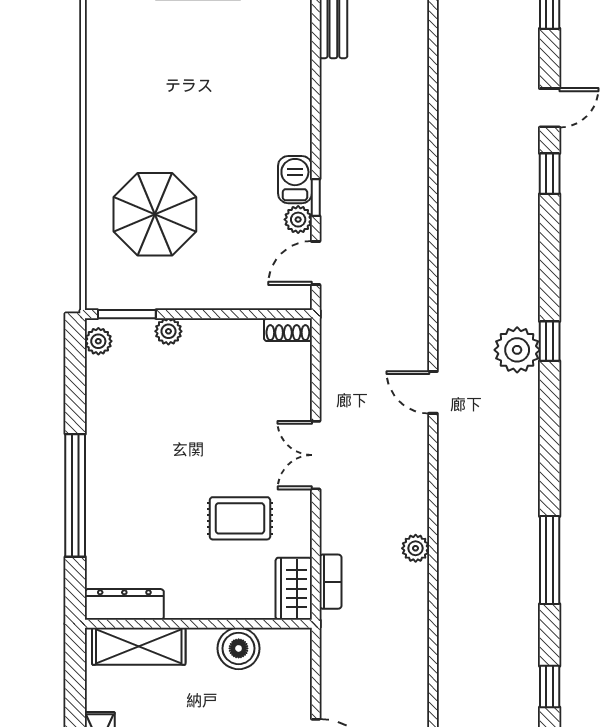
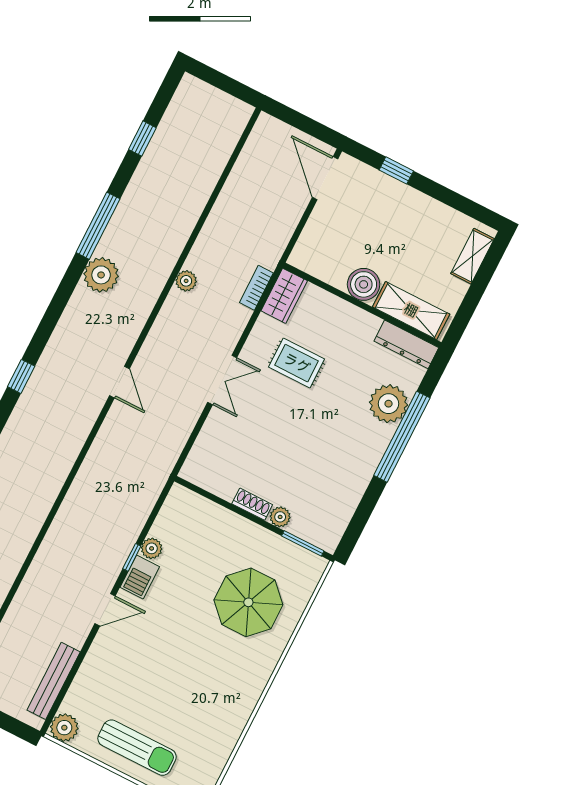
door: (316, 263) -> (105, 610), moved
shoe rack: (288, 330) -> (252, 504), moved
plant: (98, 341) -> (389, 404), moved, width x1.87, depth x1.87
plant: (517, 350) -> (101, 275), moved
boiler: (239, 648) -> (364, 284), moved

